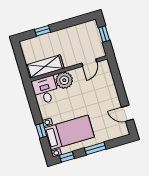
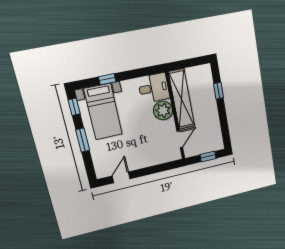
door: (89, 63) -> (180, 139), swing flipped
shelving: (45, 67) -> (182, 99), width x1.47

